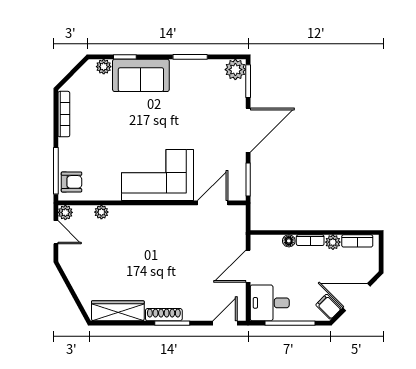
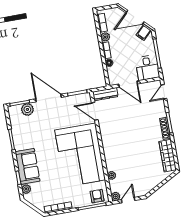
plant: (235, 70) -> (27, 109), moved
corner sofa: (158, 175) -> (80, 155), width x1.36, depth x1.36
dresser: (238, 226) -> (105, 94), added
door: (356, 297) -> (135, 17), hinge flipped
door: (225, 323) -> (164, 92), hinge flipped

